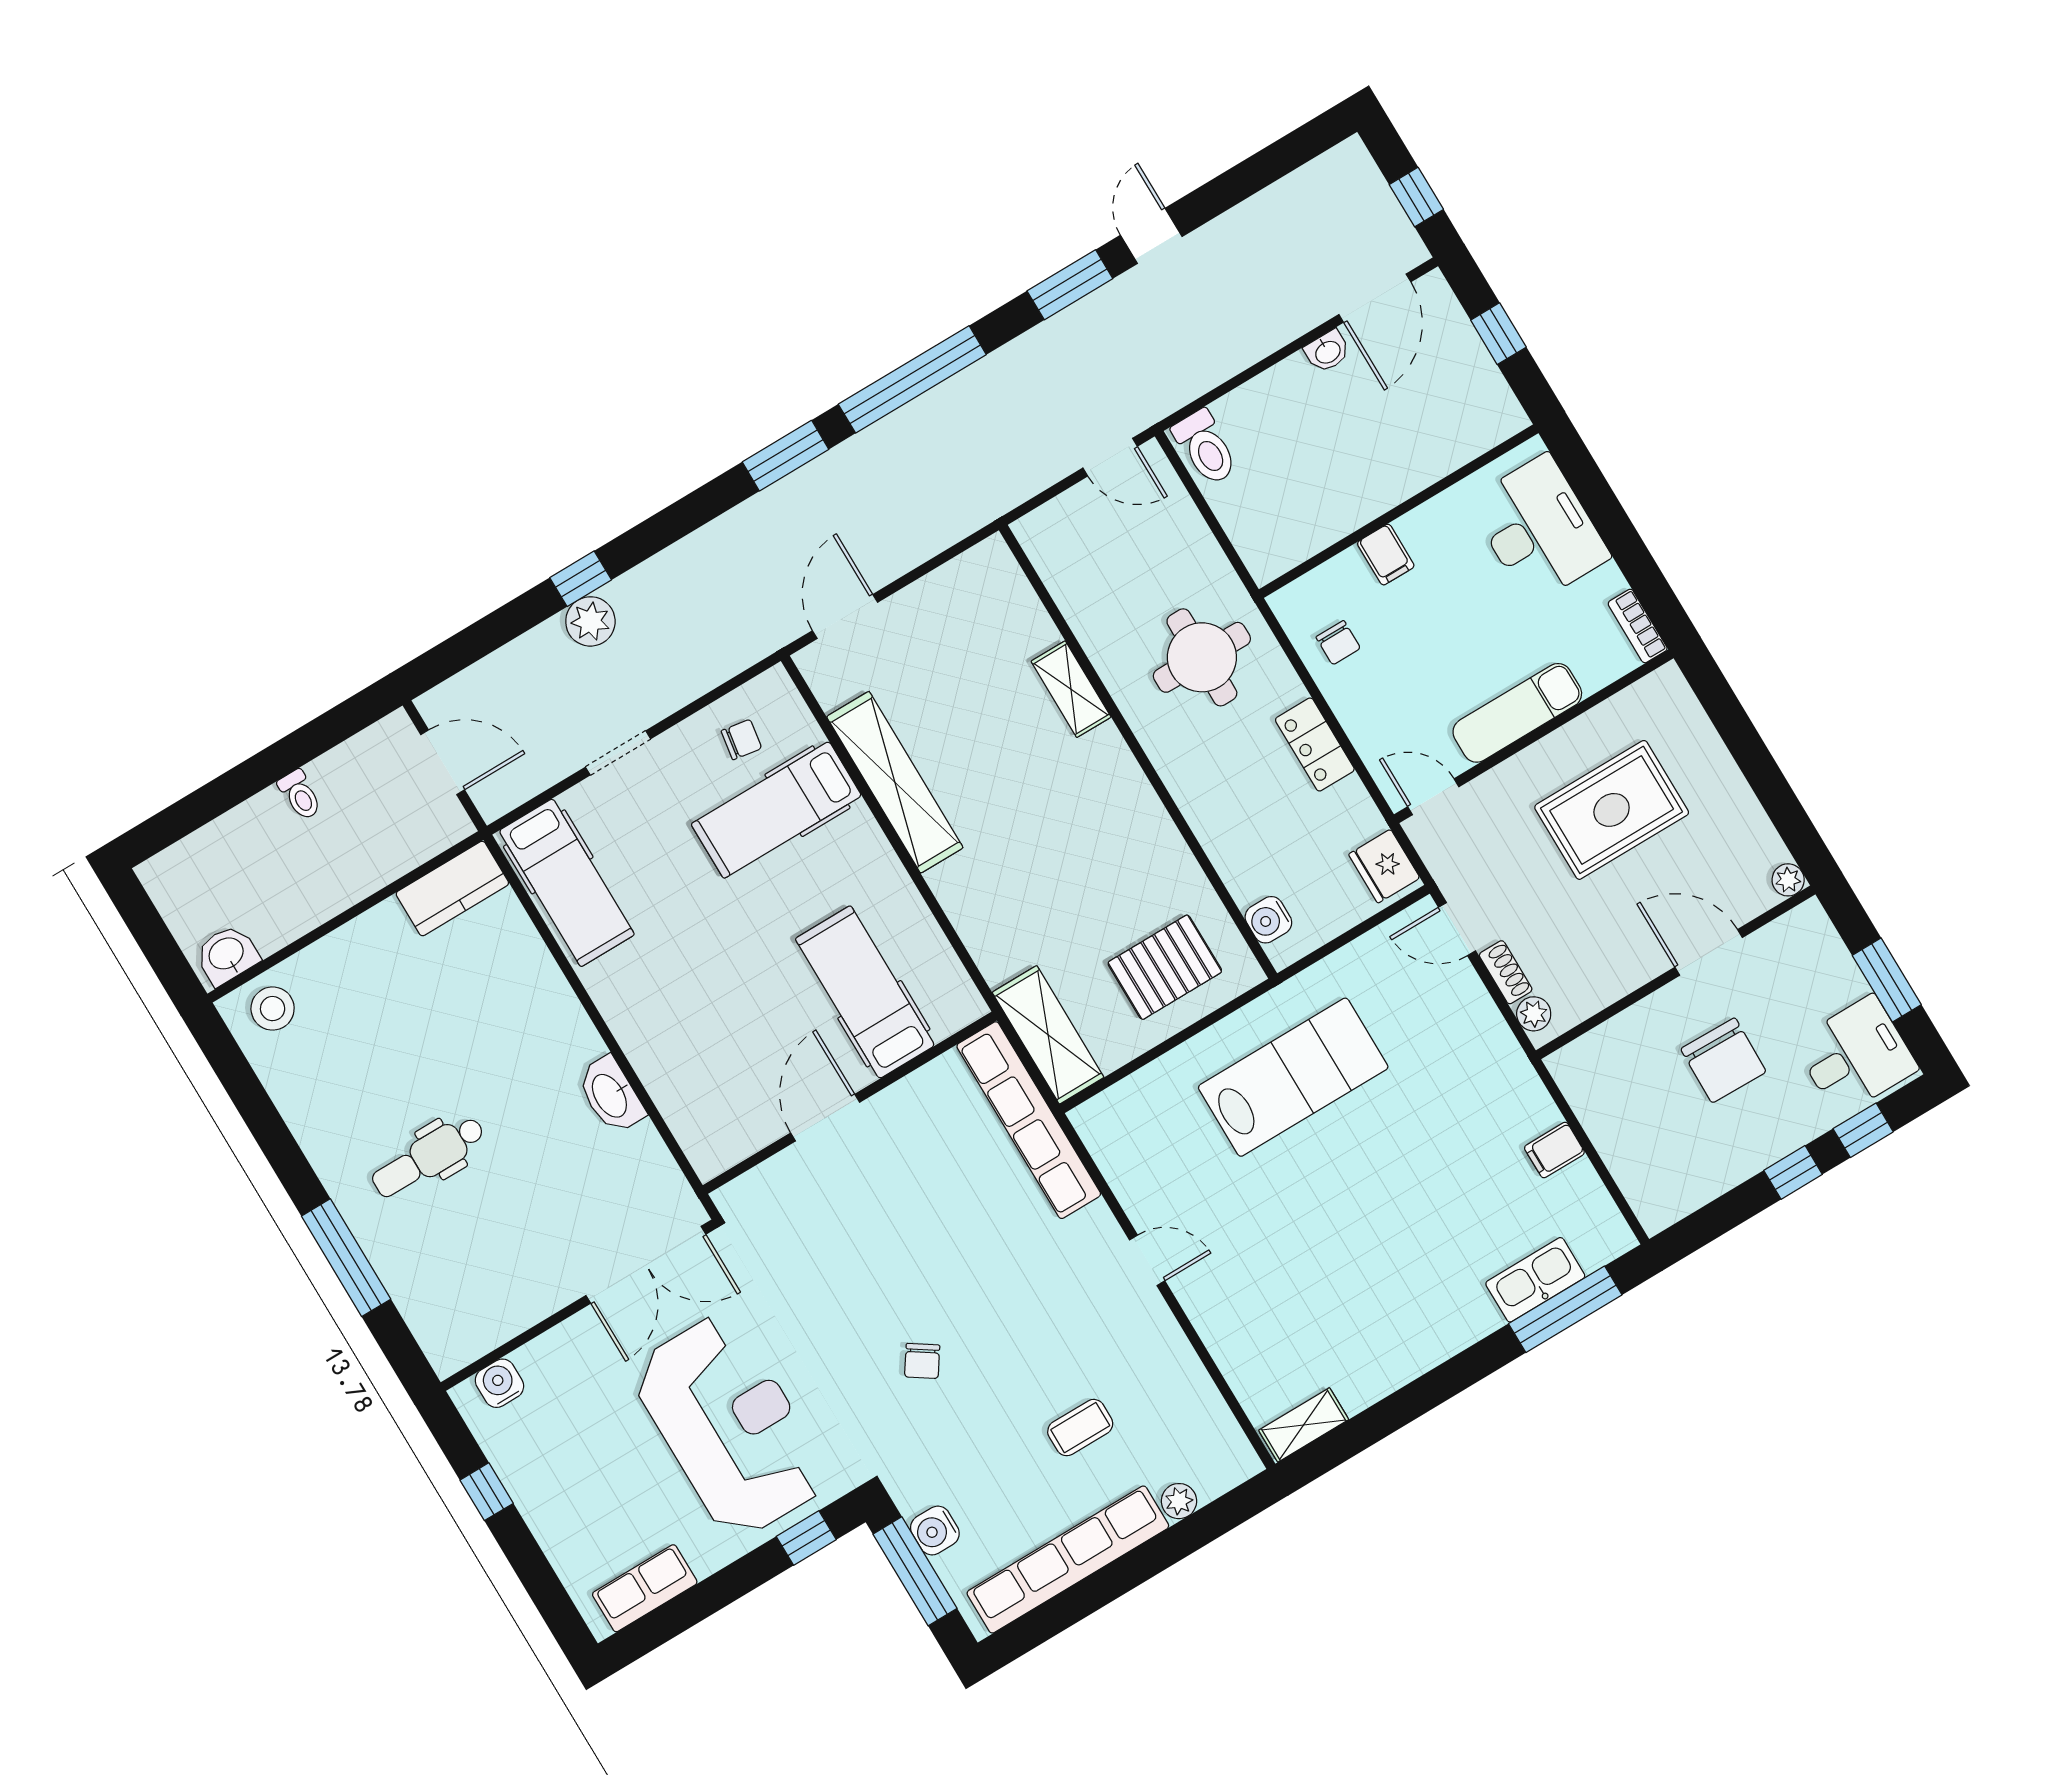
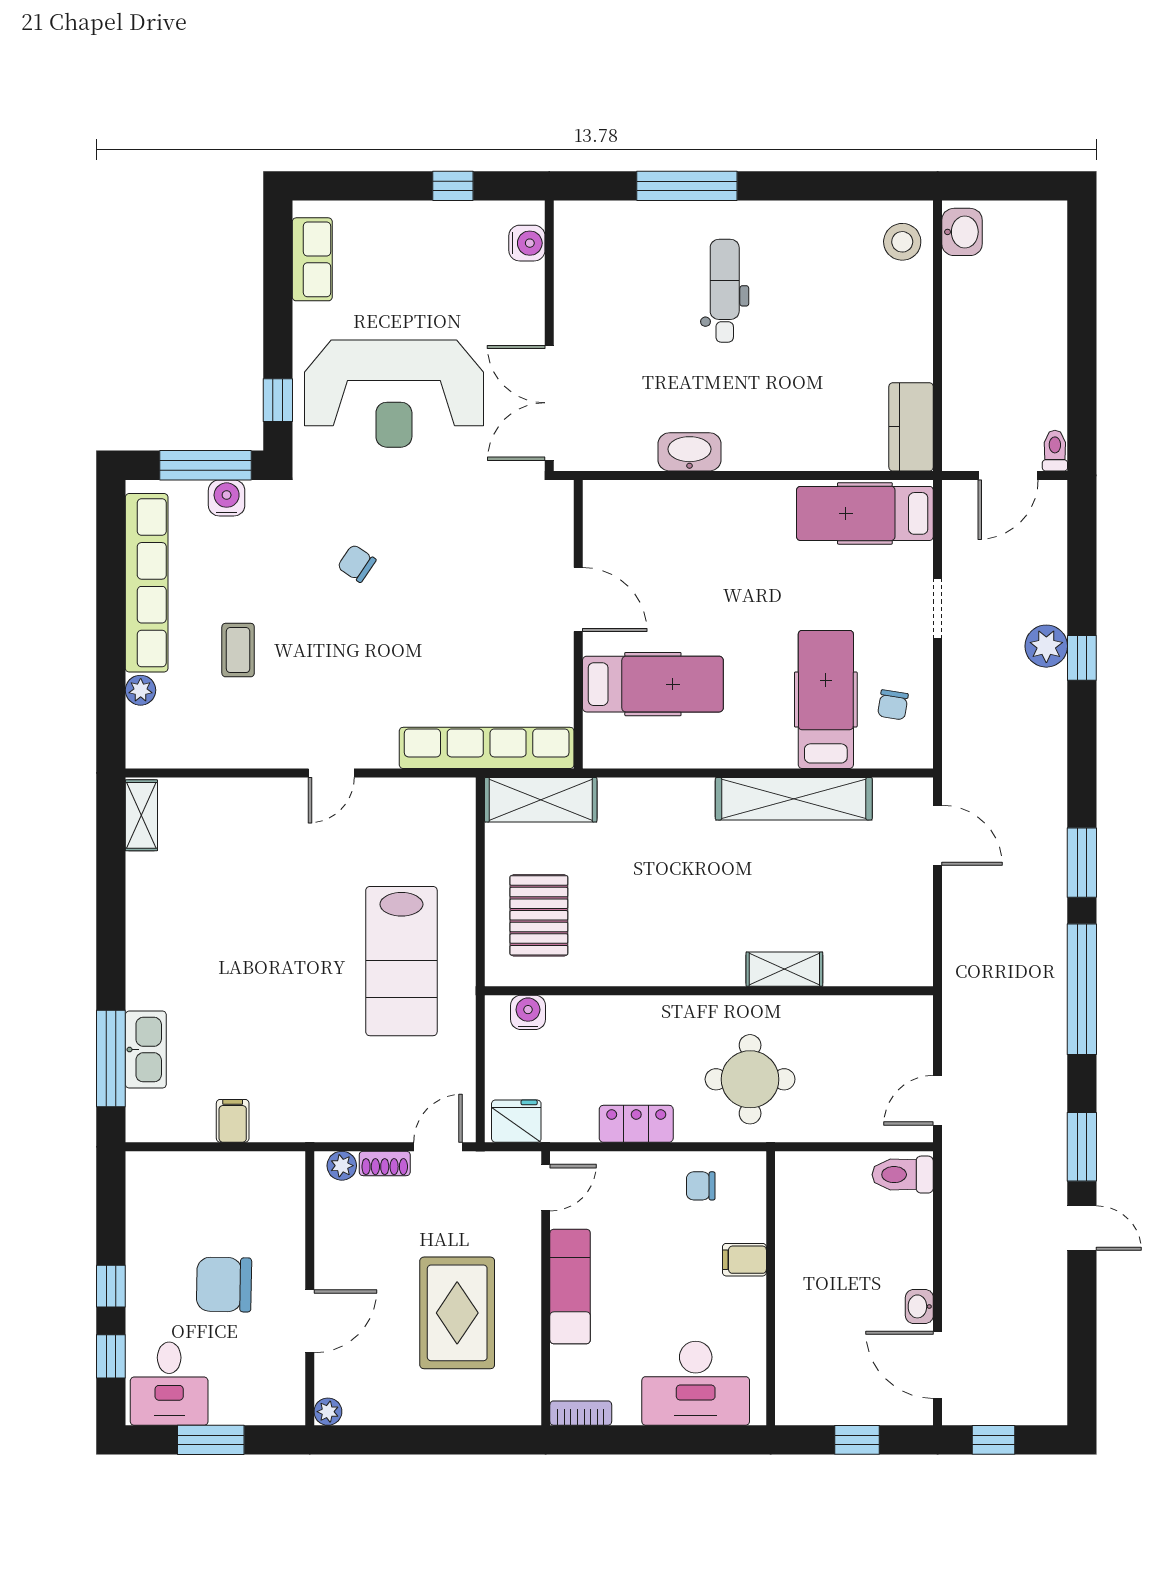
toilet: (300, 795) -> (1055, 451), moved, turned 90

